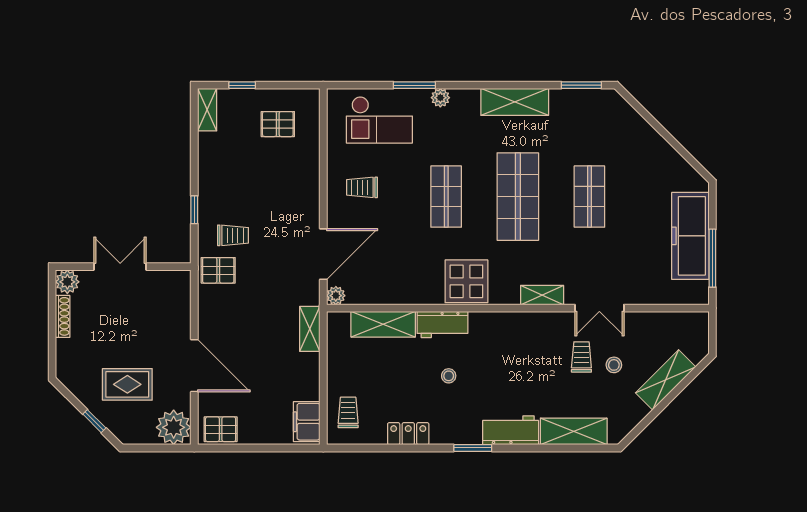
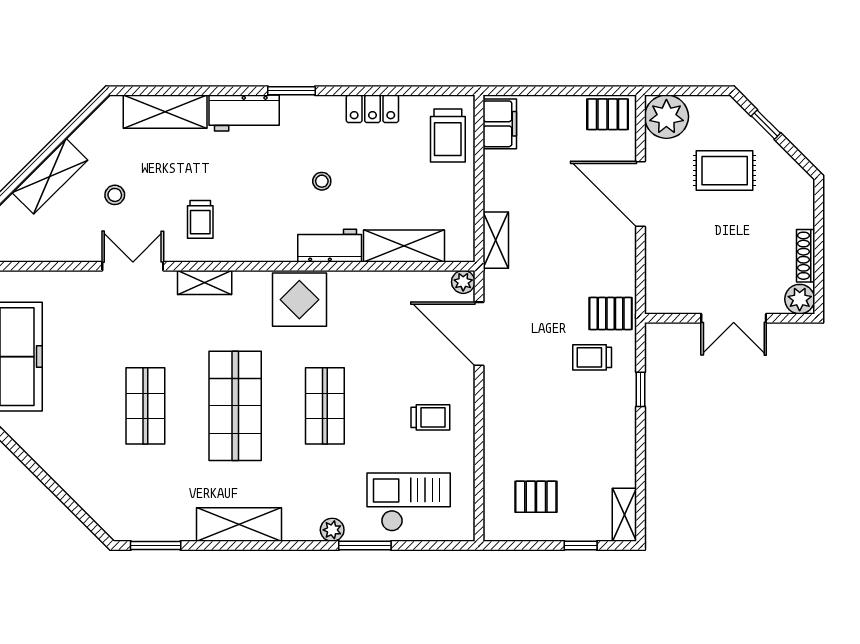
door: (323, 254) -> (479, 334), hinge flipped
trolley: (581, 357) -> (200, 219), moved
trolley: (348, 412) -> (448, 135), width x1.36, depth x1.39

